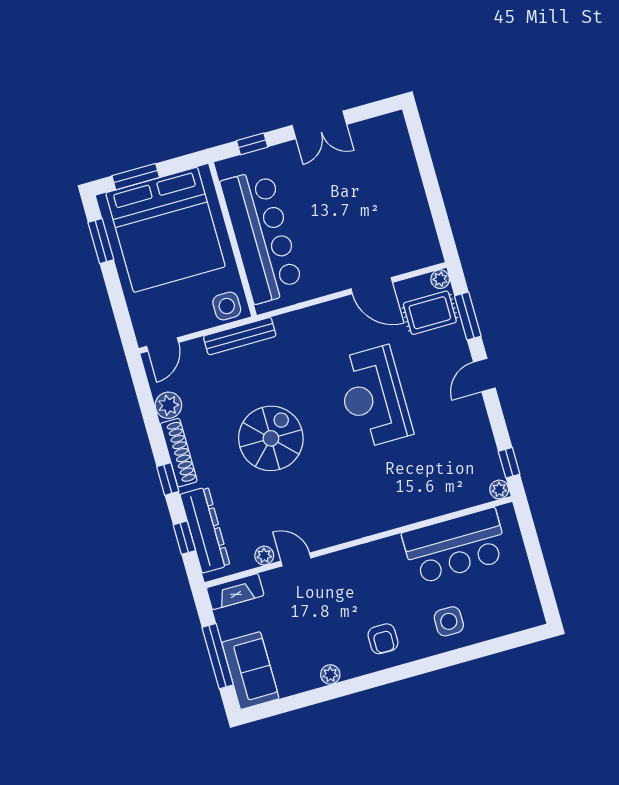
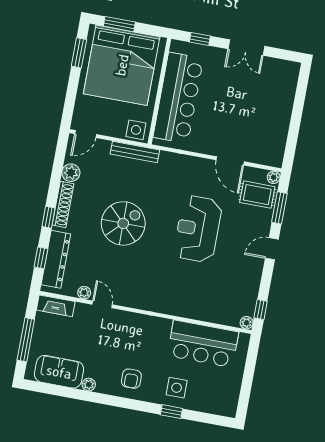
window: (458, 656) -> (171, 412), added
sofa: (250, 671) -> (59, 372), moved, turned -90

